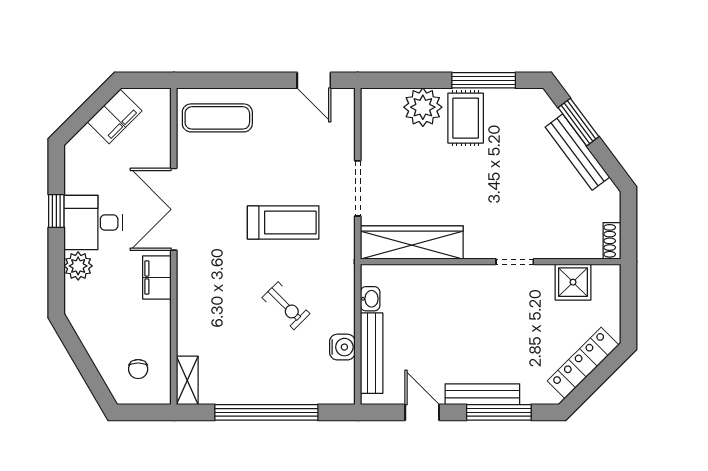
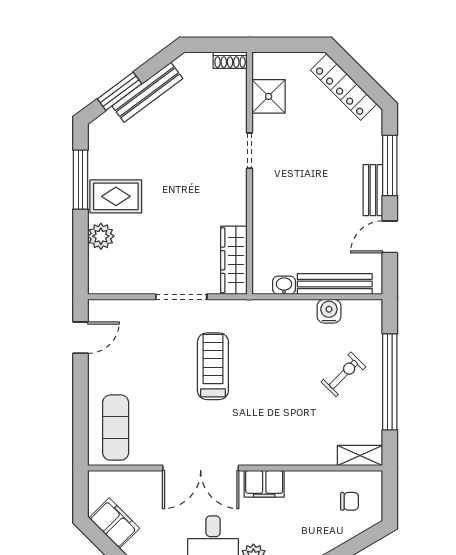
plant: (423, 107) -> (101, 236), width x0.73, depth x0.73
wardrobe: (412, 242) -> (234, 260), width x0.71, depth x0.85
exercise bike: (286, 306) -> (343, 374), moved
bench: (482, 394) -> (373, 190), width x0.73

